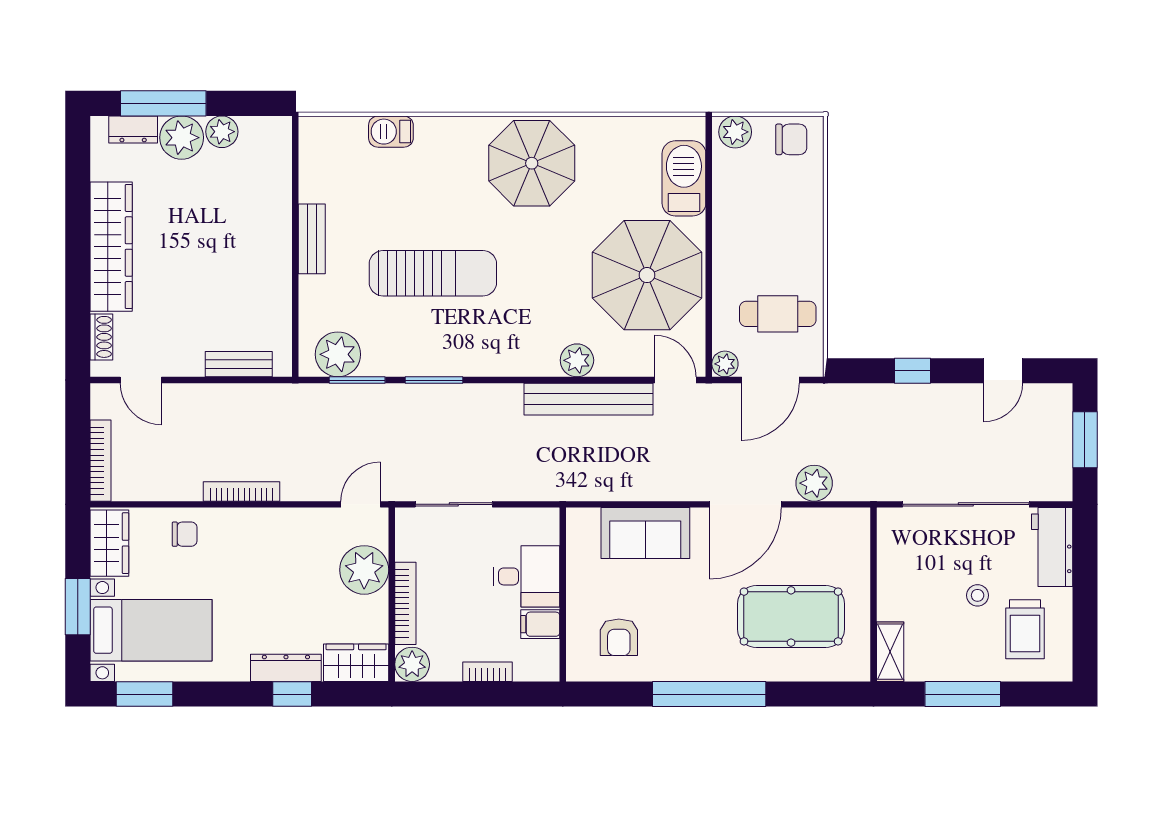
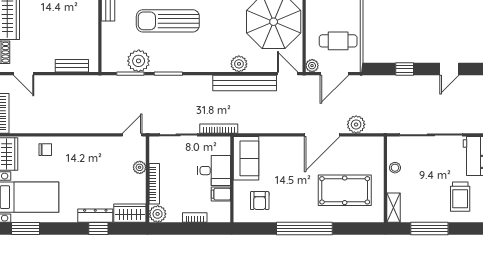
sun lounger: (433, 273) -> (168, 21), turned 180
plant: (338, 354) -> (139, 61), moved
bookcase: (242, 491) -> (219, 129), moved
sofa: (645, 533) -> (246, 158), moved, turned -90
plant: (364, 570) -> (140, 167), width x0.53, depth x0.53
stool: (978, 595) -> (395, 168), moved

